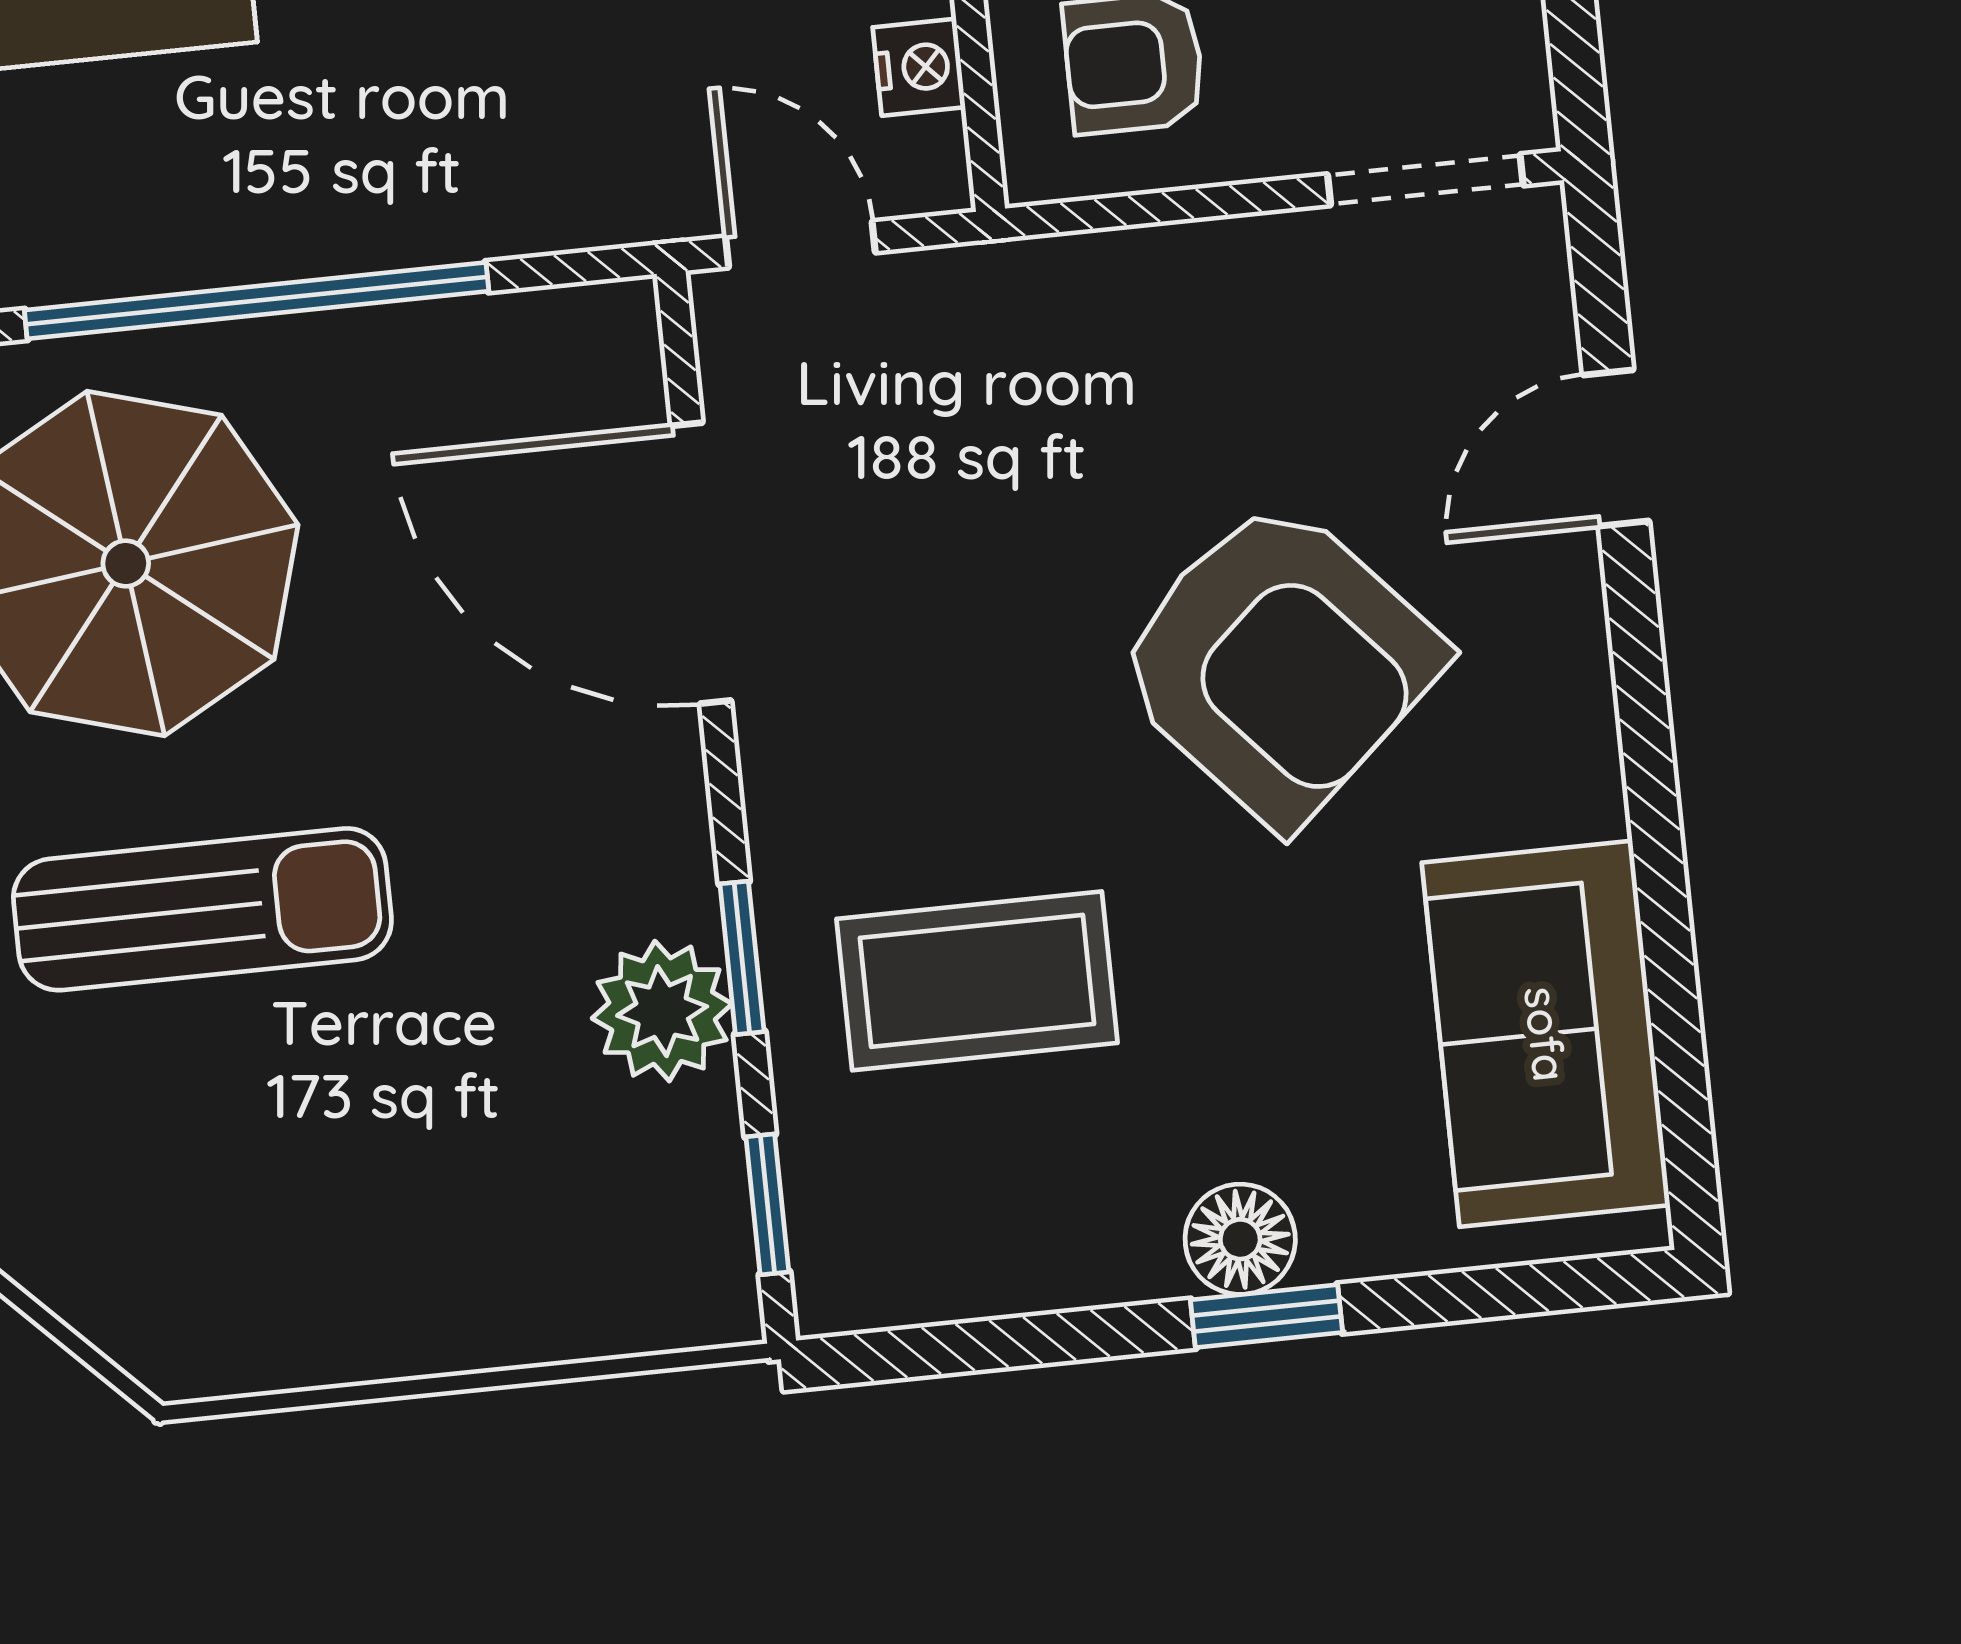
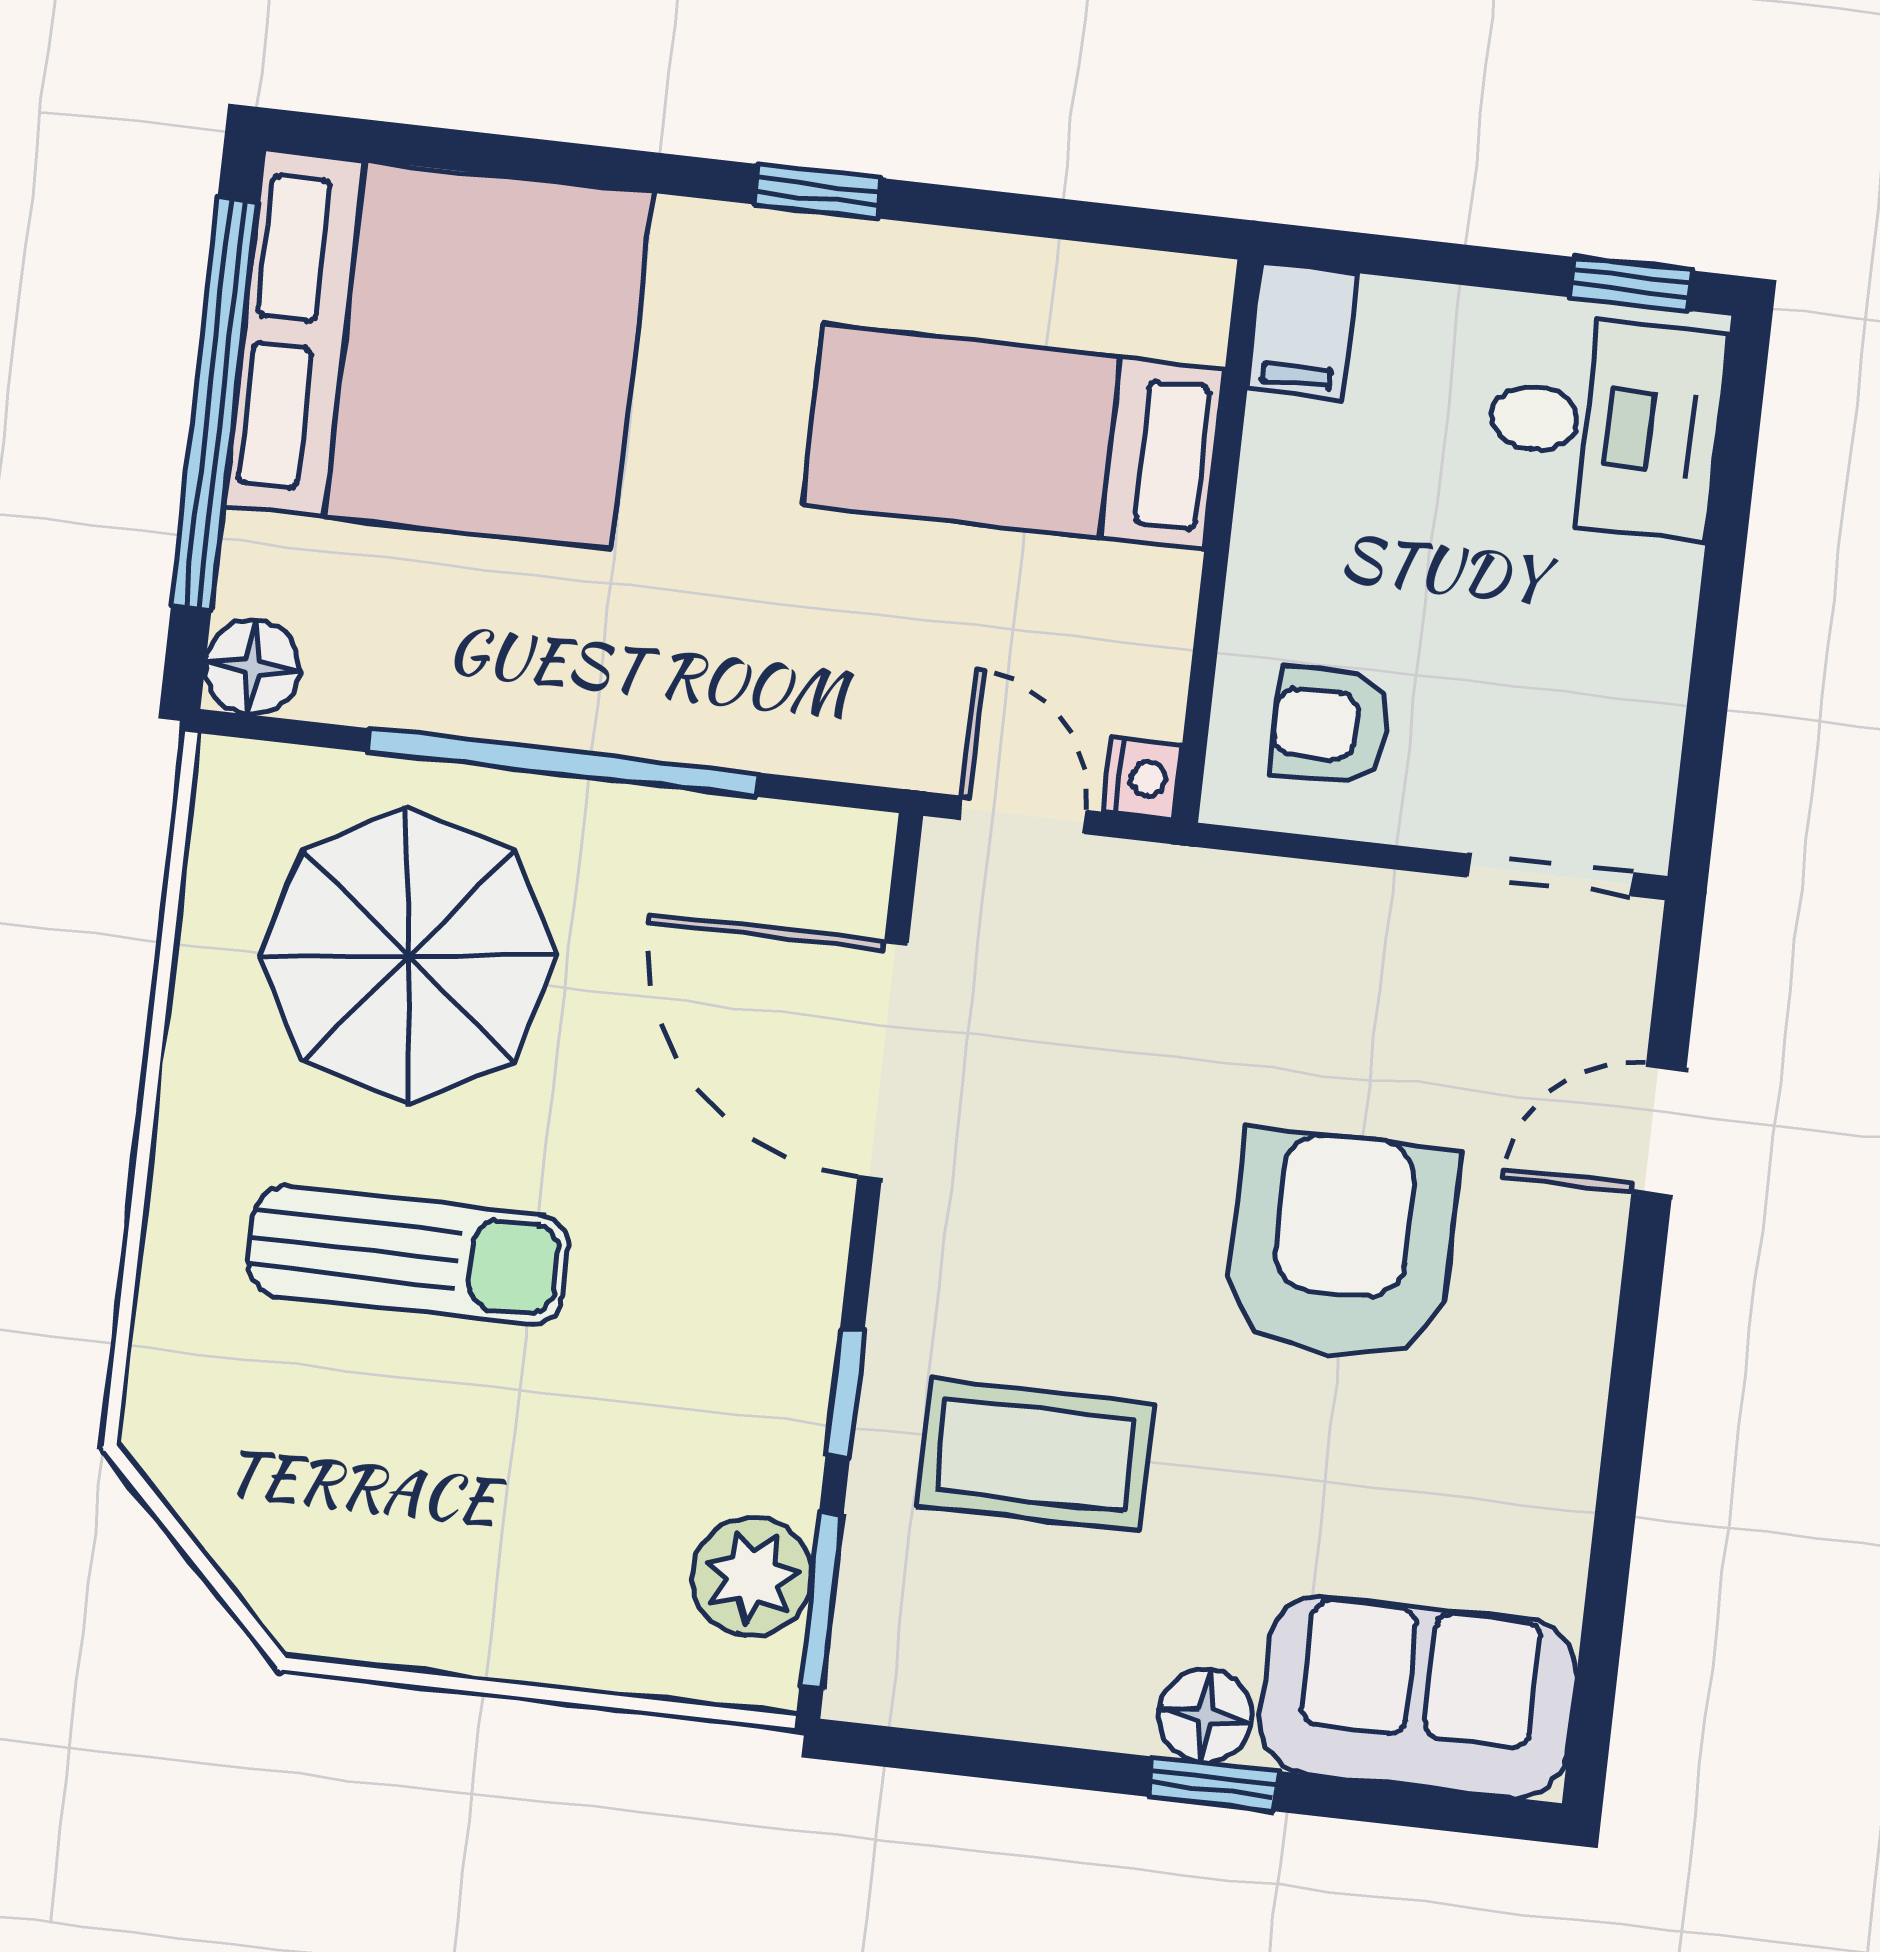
nightstand: (919, 67) -> (1143, 778), moved
armchair: (1278, 662) -> (1341, 1246), turned -138
plant: (662, 1011) -> (752, 1577), moved
sofa: (1546, 1034) -> (1418, 1697), moved, turned 90
window: (767, 1204) -> (821, 1601), width x1.50

